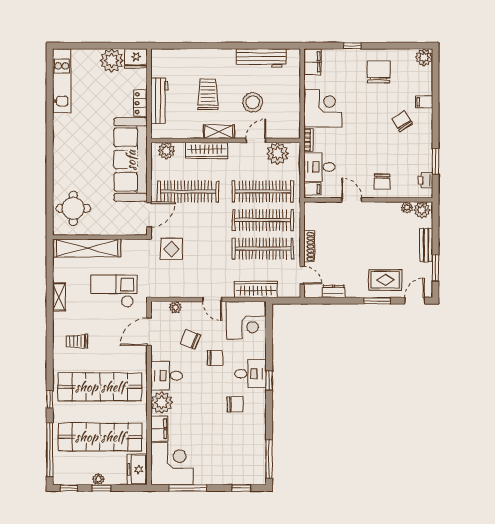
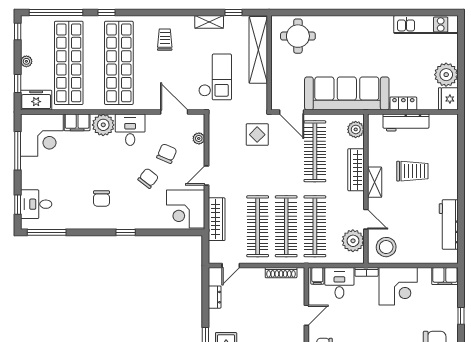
stool: (253, 102) -> (386, 247), moved
shoe rack: (309, 247) -> (281, 273), moved
window: (50, 273) -> (234, 13), added
chair: (215, 358) -> (148, 178), turned -142
desk: (251, 374) -> (36, 204), moved, turned 90
window: (101, 488) -> (18, 84), moved

